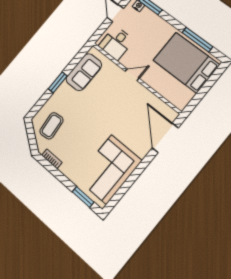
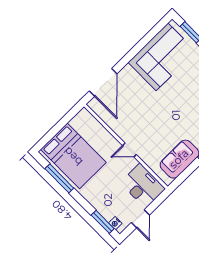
desk: (116, 43) -> (143, 186), width x1.37

